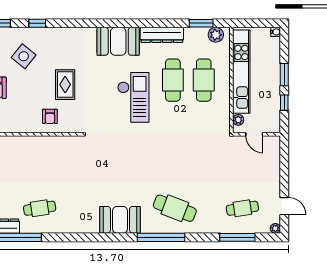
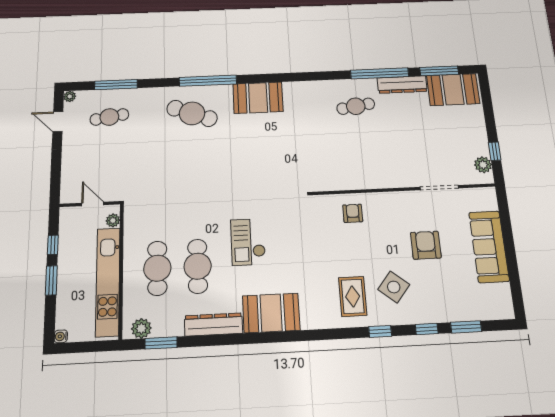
rug: (65, 85) -> (353, 296), moved
checkout: (133, 97) -> (248, 242), width x0.73, depth x0.83

